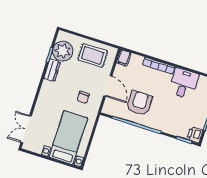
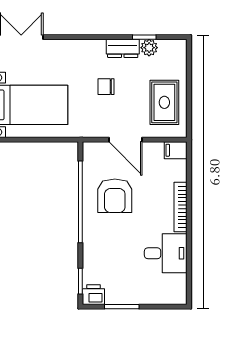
plant: (63, 51) -> (149, 48), width x0.53, depth x0.53
door: (108, 86) -> (126, 140), hinge flipped
chair: (83, 97) -> (106, 87), moved
armchair: (139, 103) -> (115, 196), turned 90

